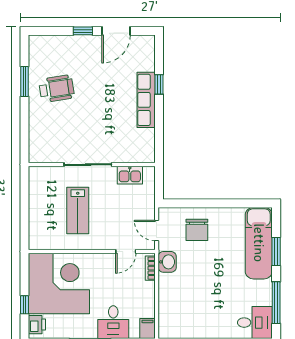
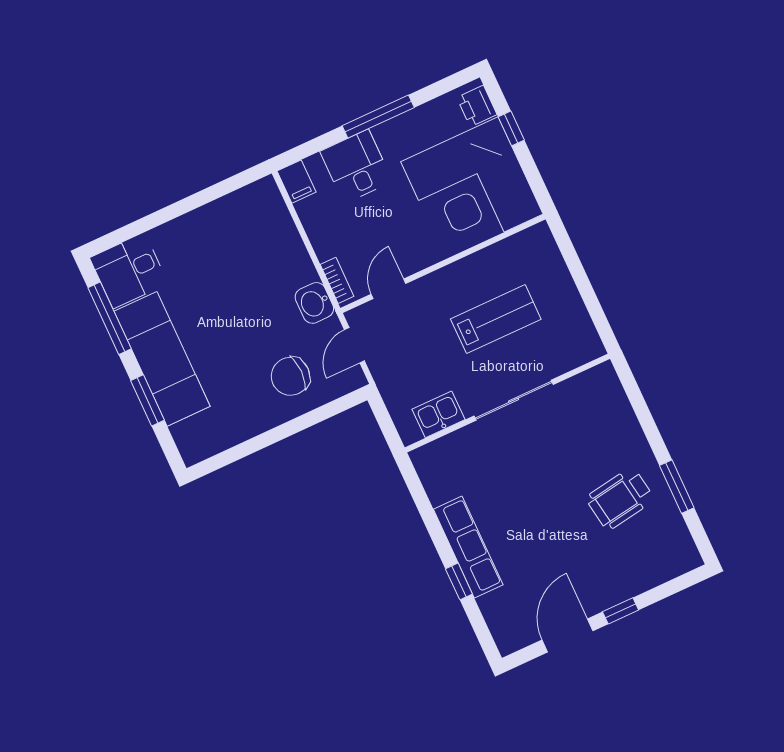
lab bench: (78, 210) -> (496, 319), turned 90
chair: (197, 230) -> (291, 376), turned -90
door: (157, 231) -> (354, 345), swing flipped
exam couch: (259, 243) -> (162, 359), moved

